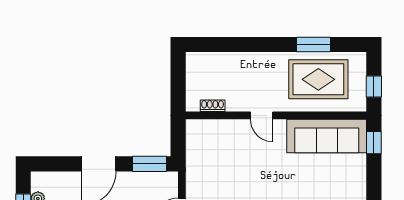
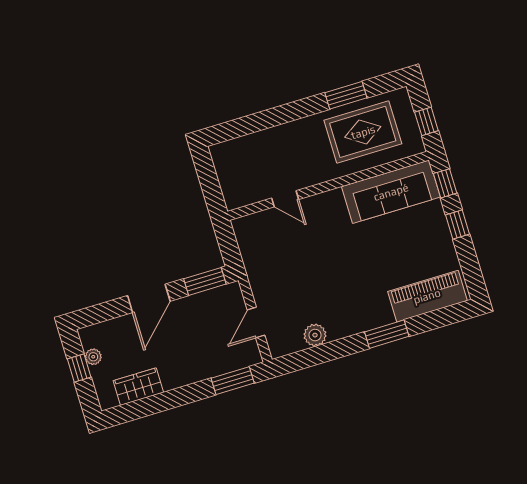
shoe rack: (213, 106) -> (255, 196), removed
door: (262, 115) -> (285, 199), moved
window: (374, 180) -> (458, 224), added

